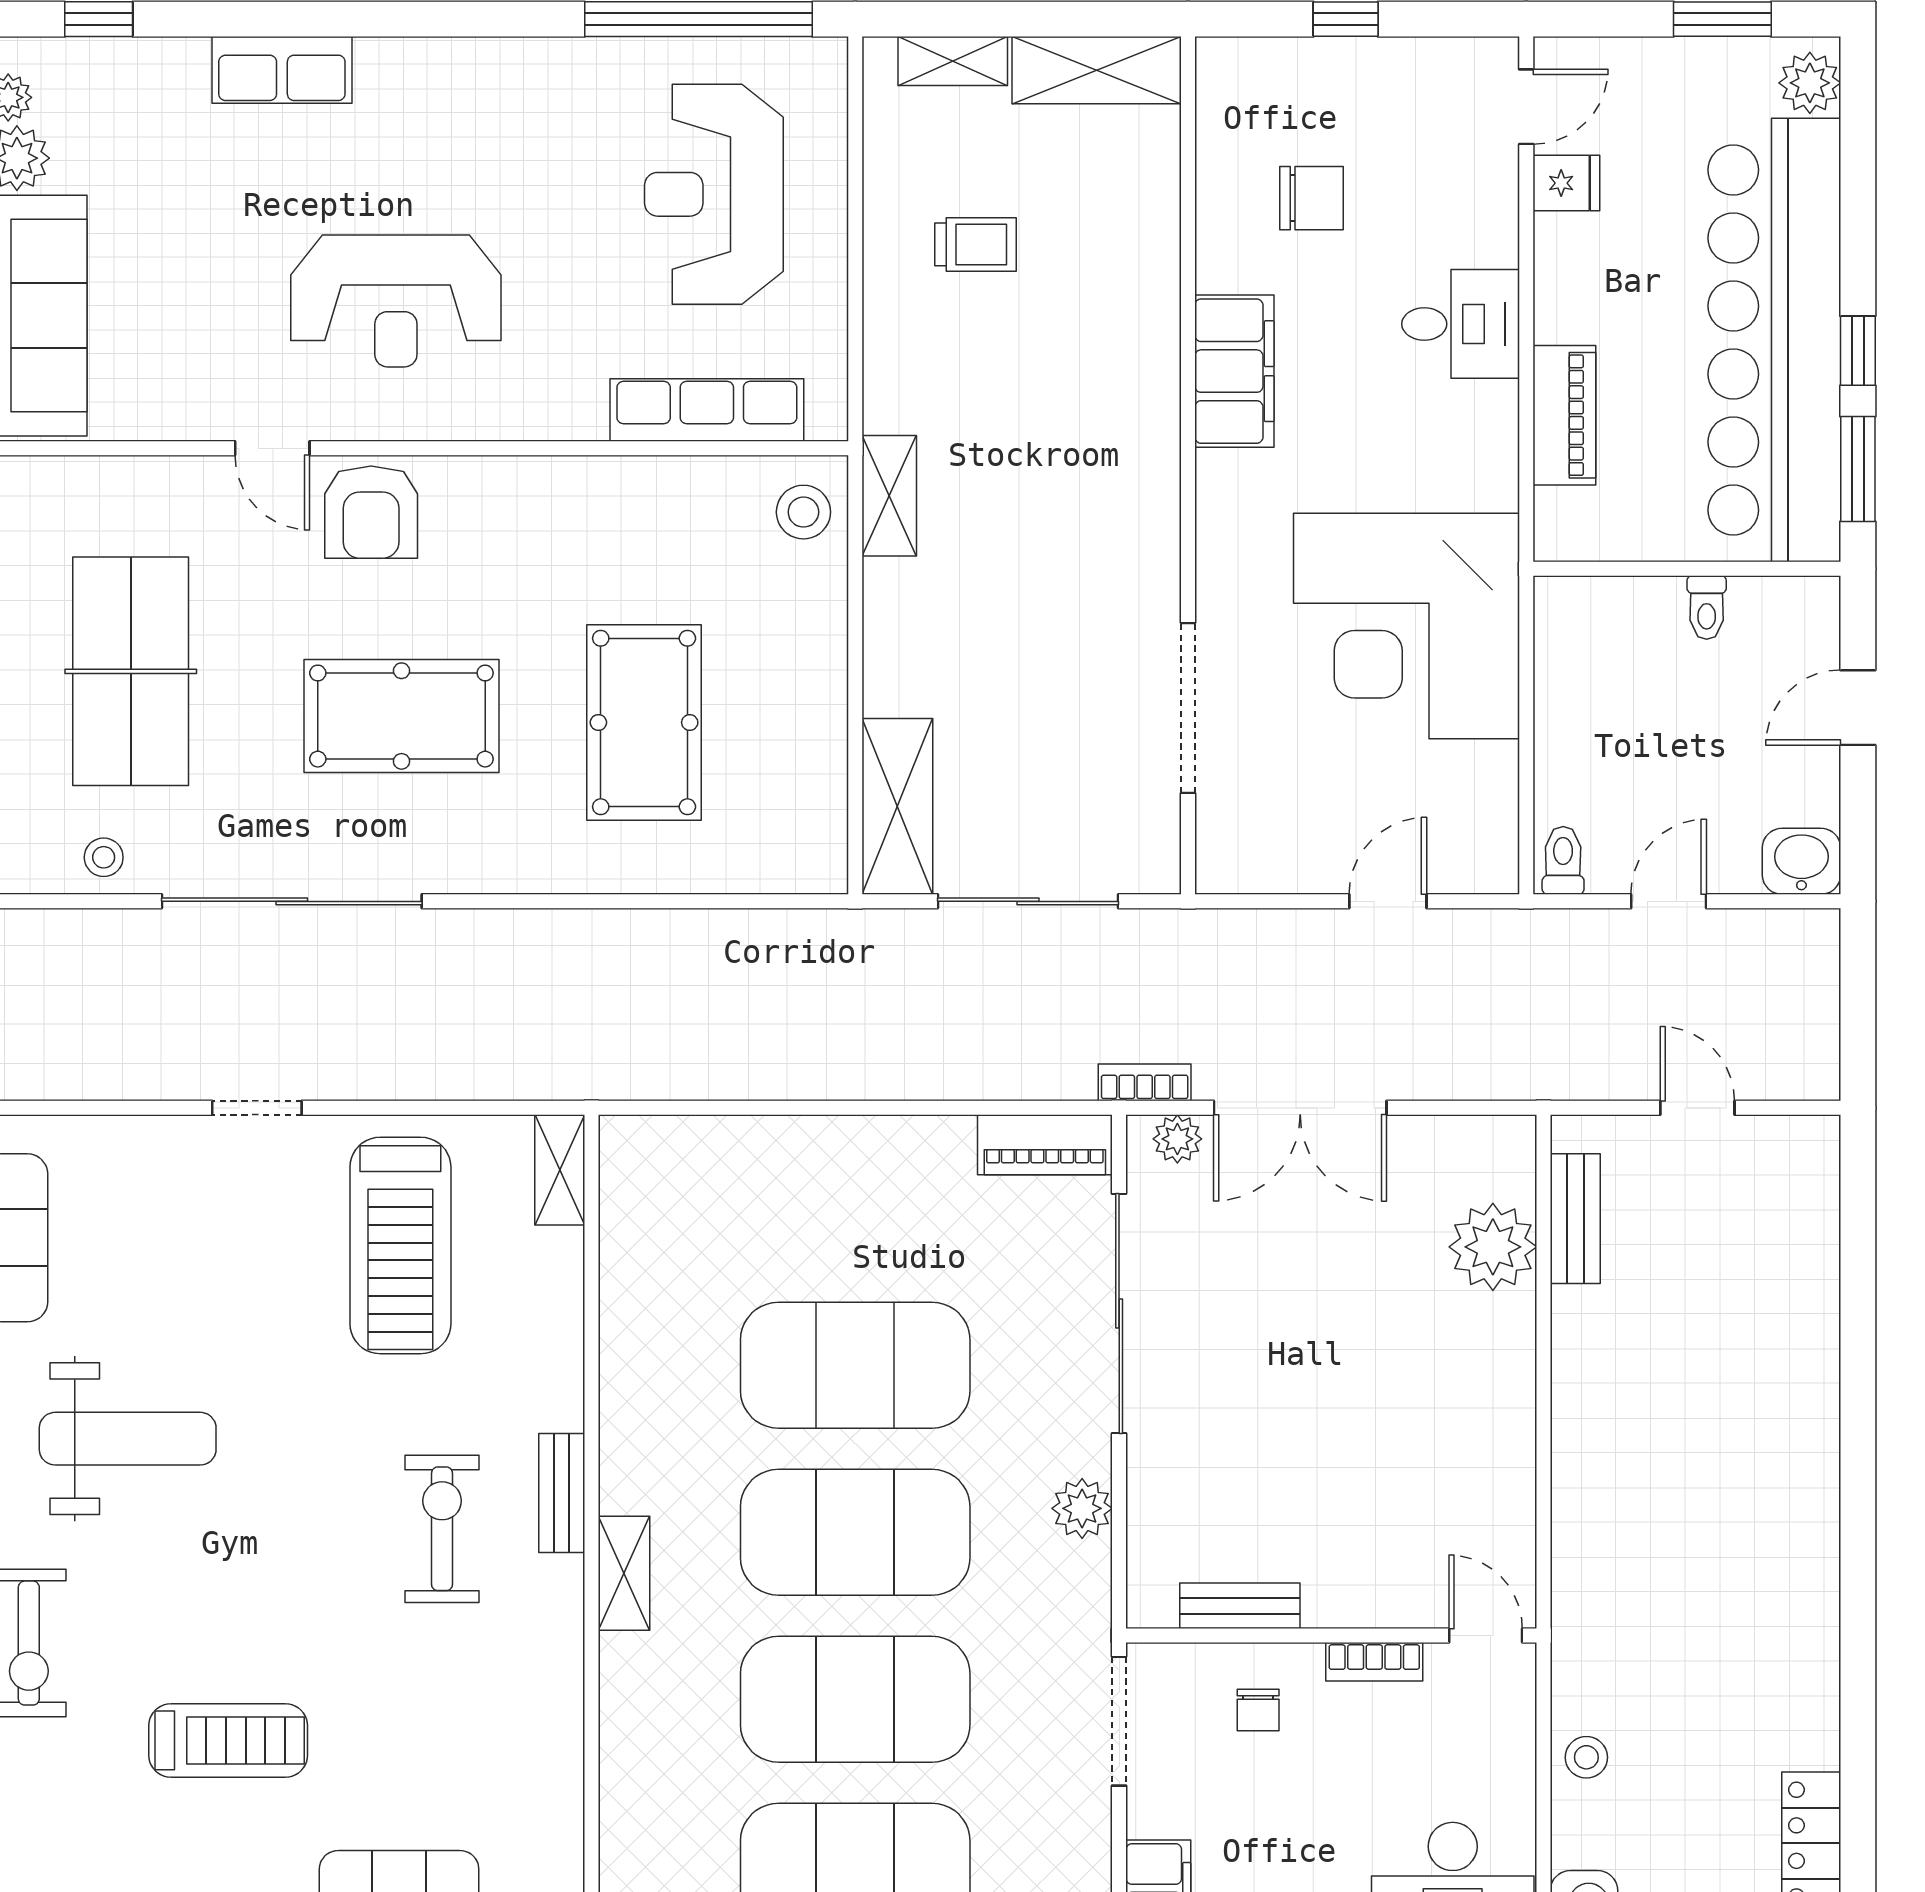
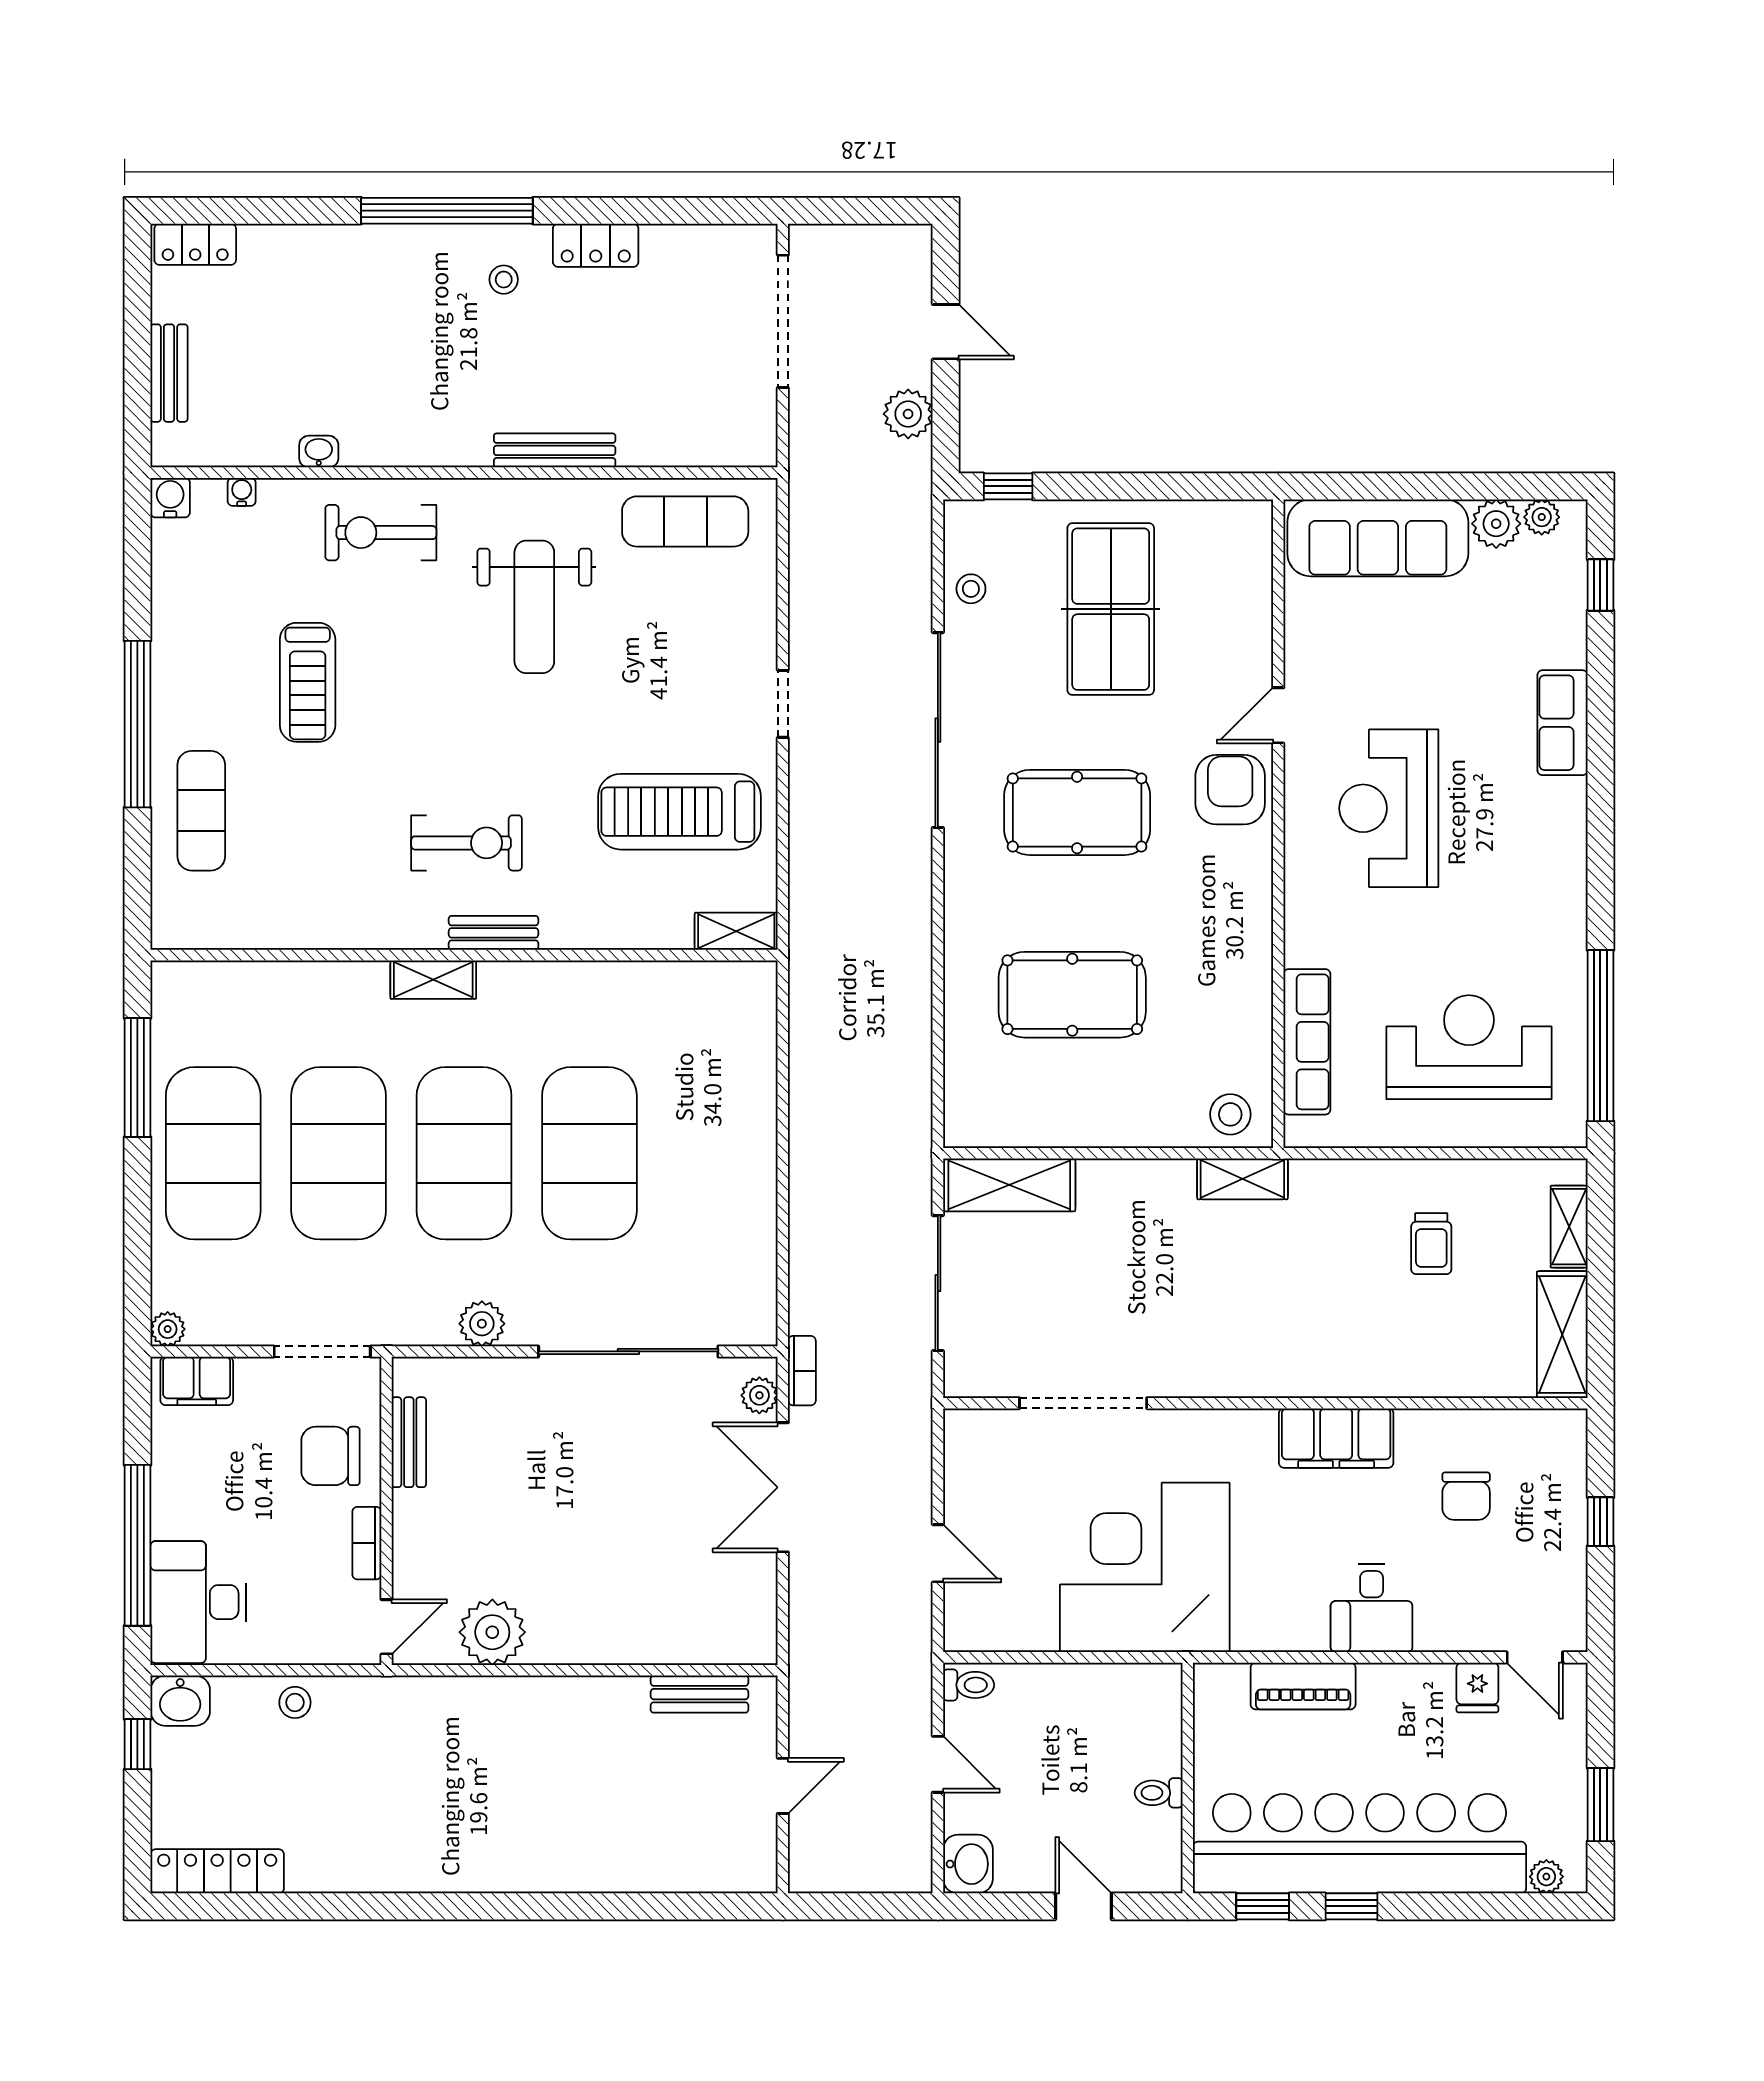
plant: (1810, 83) -> (1546, 1877), width x0.73, depth x0.73
window: (1858, 469) -> (1263, 1906), width x0.67
armchair: (371, 512) -> (1230, 790), turned 90
table tennis table: (131, 671) -> (1111, 609), turned 90
pool table: (401, 716) -> (1077, 812), turned 90
piano: (1045, 1145) -> (755, 1296), removed
plant: (1493, 1247) -> (492, 1632), moved
chair: (1258, 1710) -> (331, 1456), width x1.87, depth x1.87

